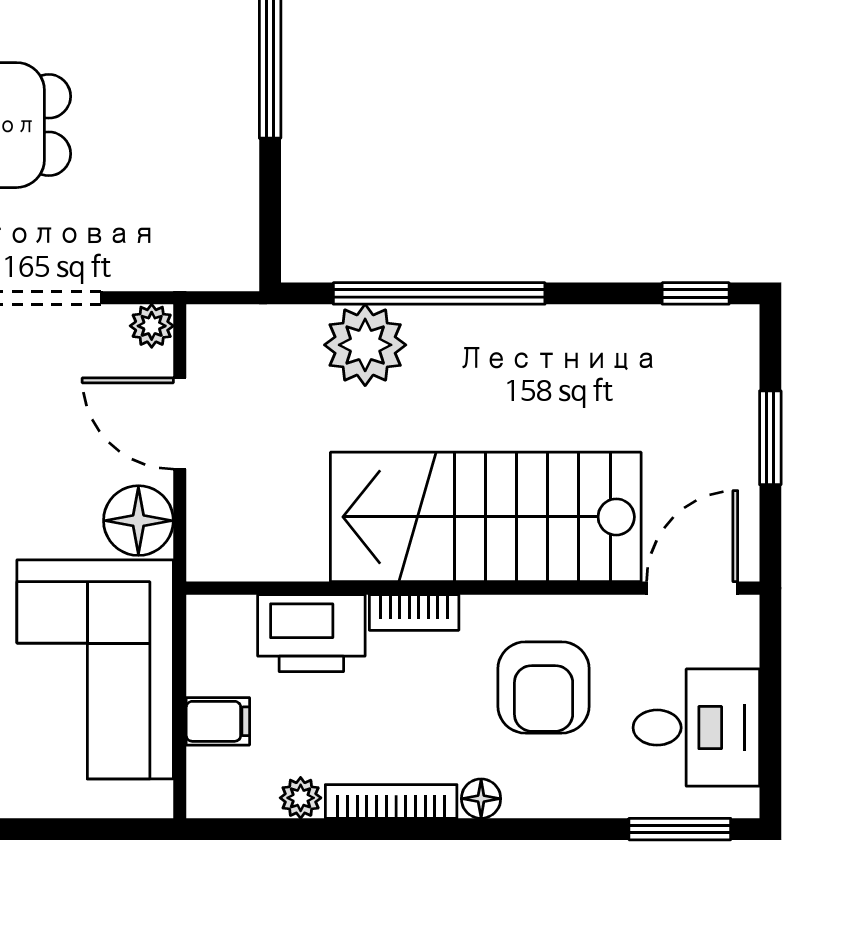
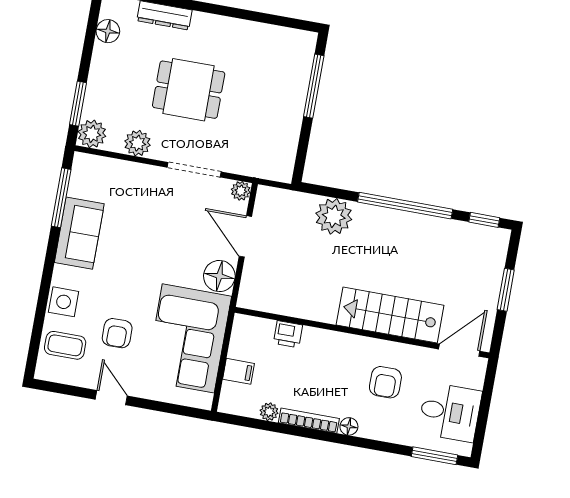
window: (439, 293) -> (405, 206), moved
stairs: (486, 517) -> (390, 315), width x0.73, depth x0.66
bookcase: (414, 612) -> (334, 339), removed
printer: (311, 633) -> (288, 334), width x0.53, depth x0.68
armchair: (544, 687) -> (385, 382), width x0.72, depth x0.72

